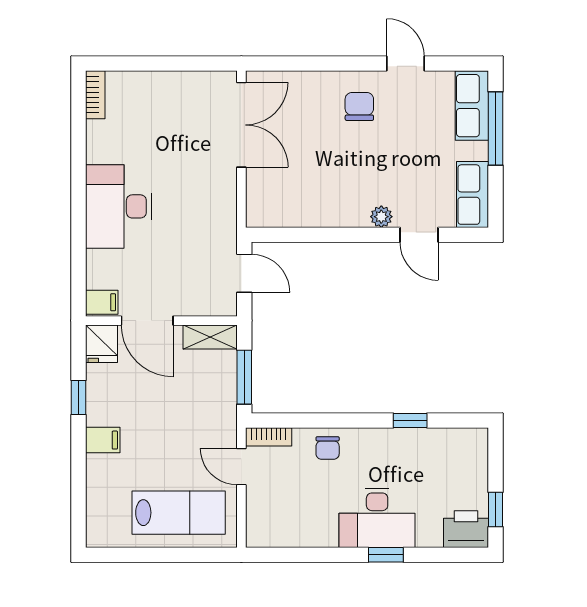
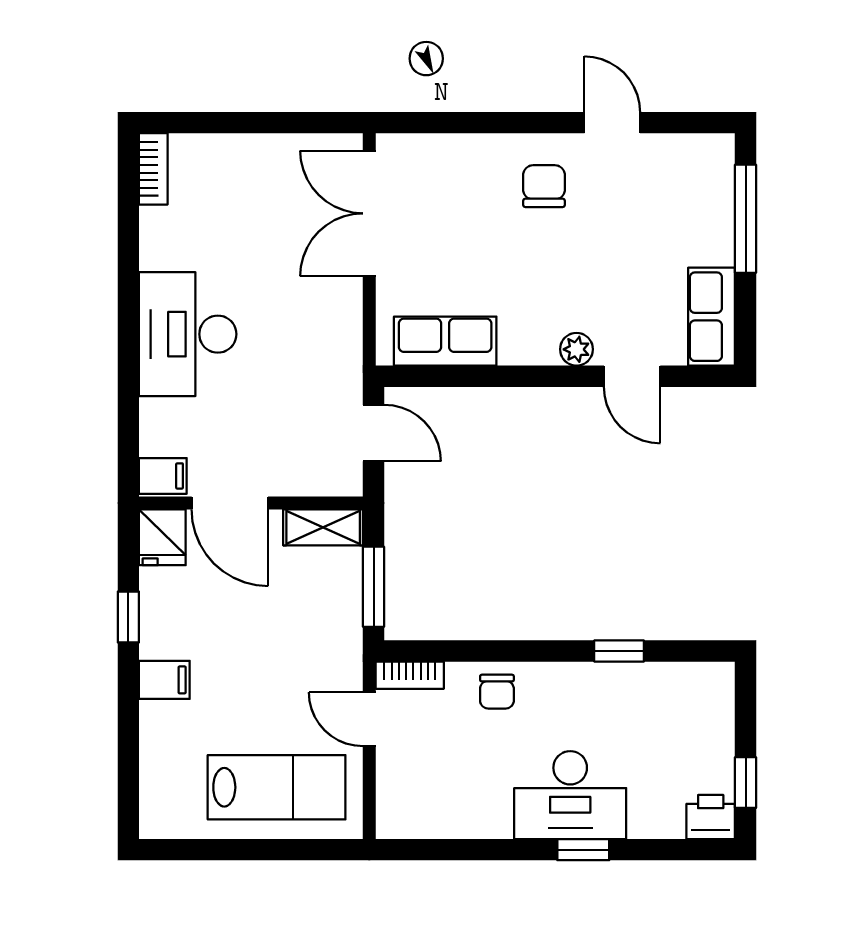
row of seats: (472, 106) -> (445, 341), moved, turned 90
double door: (241, 125) -> (369, 213), swing flipped
printer: (466, 529) -> (711, 817), width x0.73, depth x0.81

